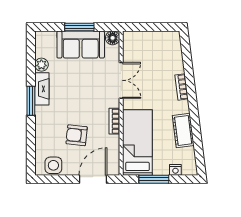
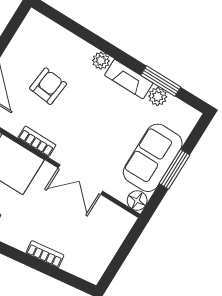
bookcase: (182, 87) -> (45, 254), moved
window: (31, 101) -> (161, 81), moved
plant: (41, 113) -> (101, 61), added
side table: (53, 165) -> (29, 37), removed

